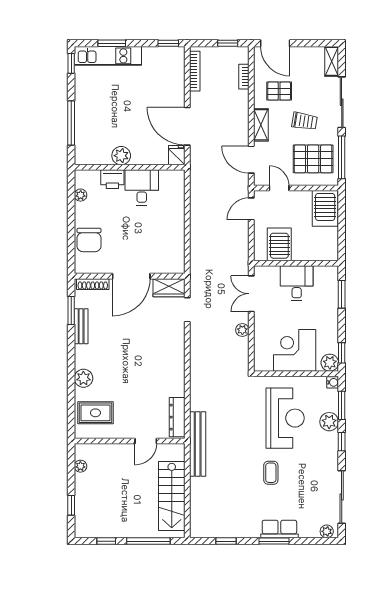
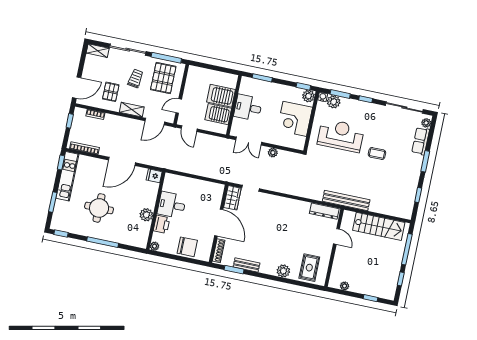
kitchen unit: (108, 56) -> (67, 176), moved
round table: (117, 108) -> (99, 208), added
fridge: (177, 155) -> (154, 176), moved
plant: (121, 156) -> (146, 215), moved
wall: (130, 167) -> (156, 211), moved
printer: (112, 179) -> (162, 224), moved
desk: (142, 187) -> (172, 205), moved
server rack: (325, 208) -> (221, 96), moved, turned 180
plant: (329, 422) -> (334, 102), moved
row of seats: (279, 529) -> (421, 141), moved

